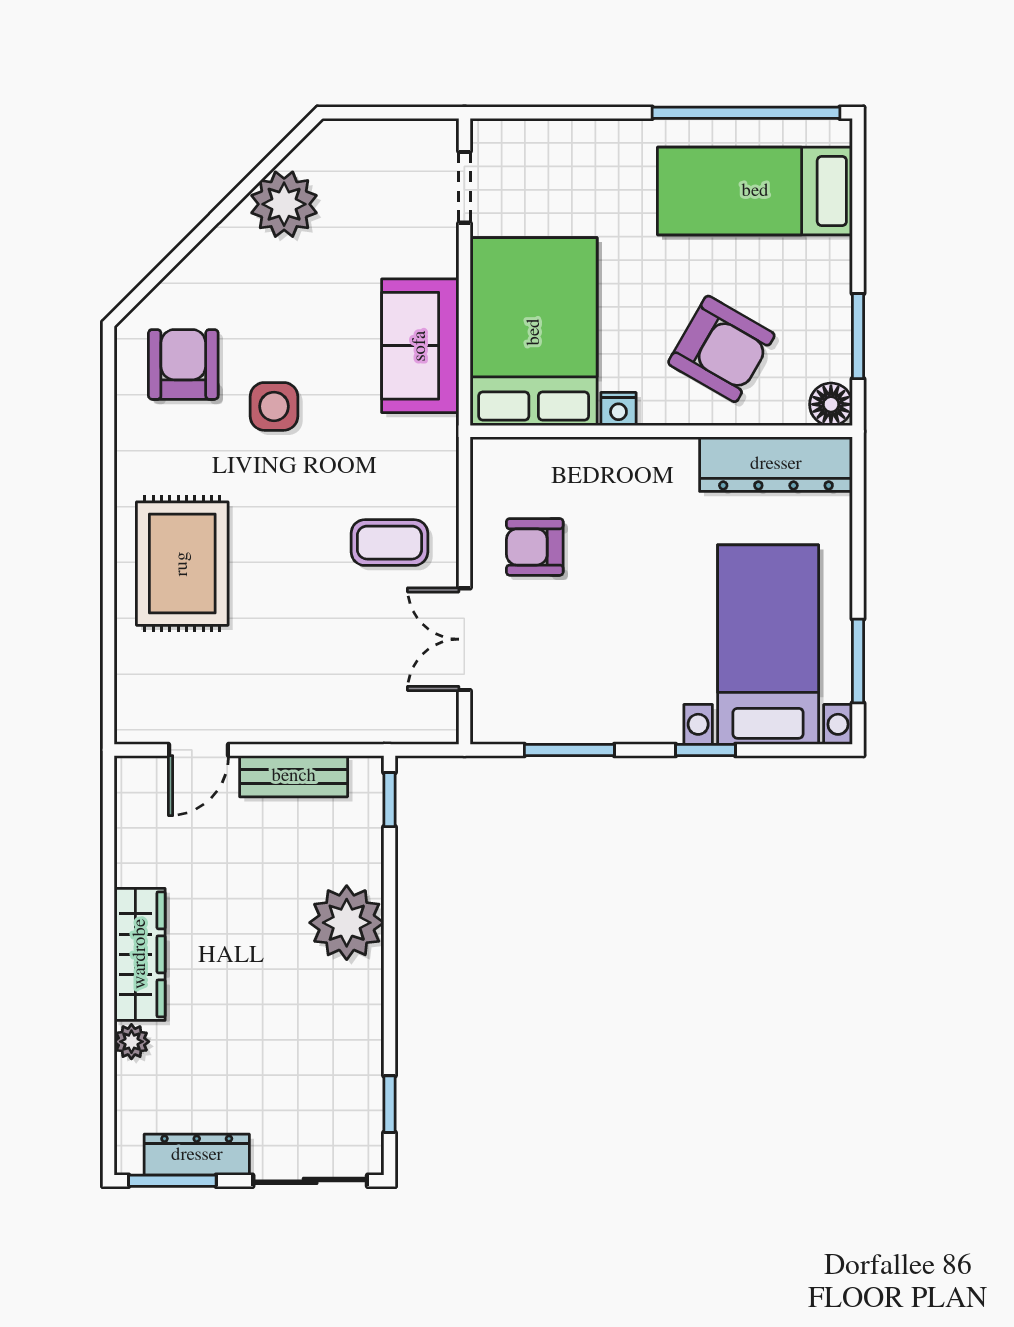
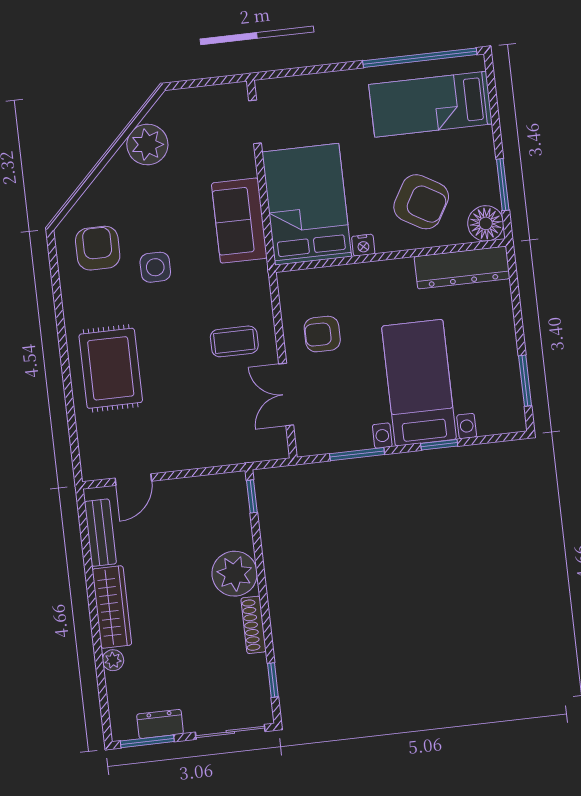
floor lamp: (831, 404) -> (486, 223), width x1.38, depth x1.38
bed with nightstands: (768, 645) -> (419, 383), moved
bench: (294, 776) -> (100, 533), moved, turned 90
shoe rack: (368, 1010) -> (254, 625), added
dresser: (197, 1155) -> (160, 724), width x0.70

